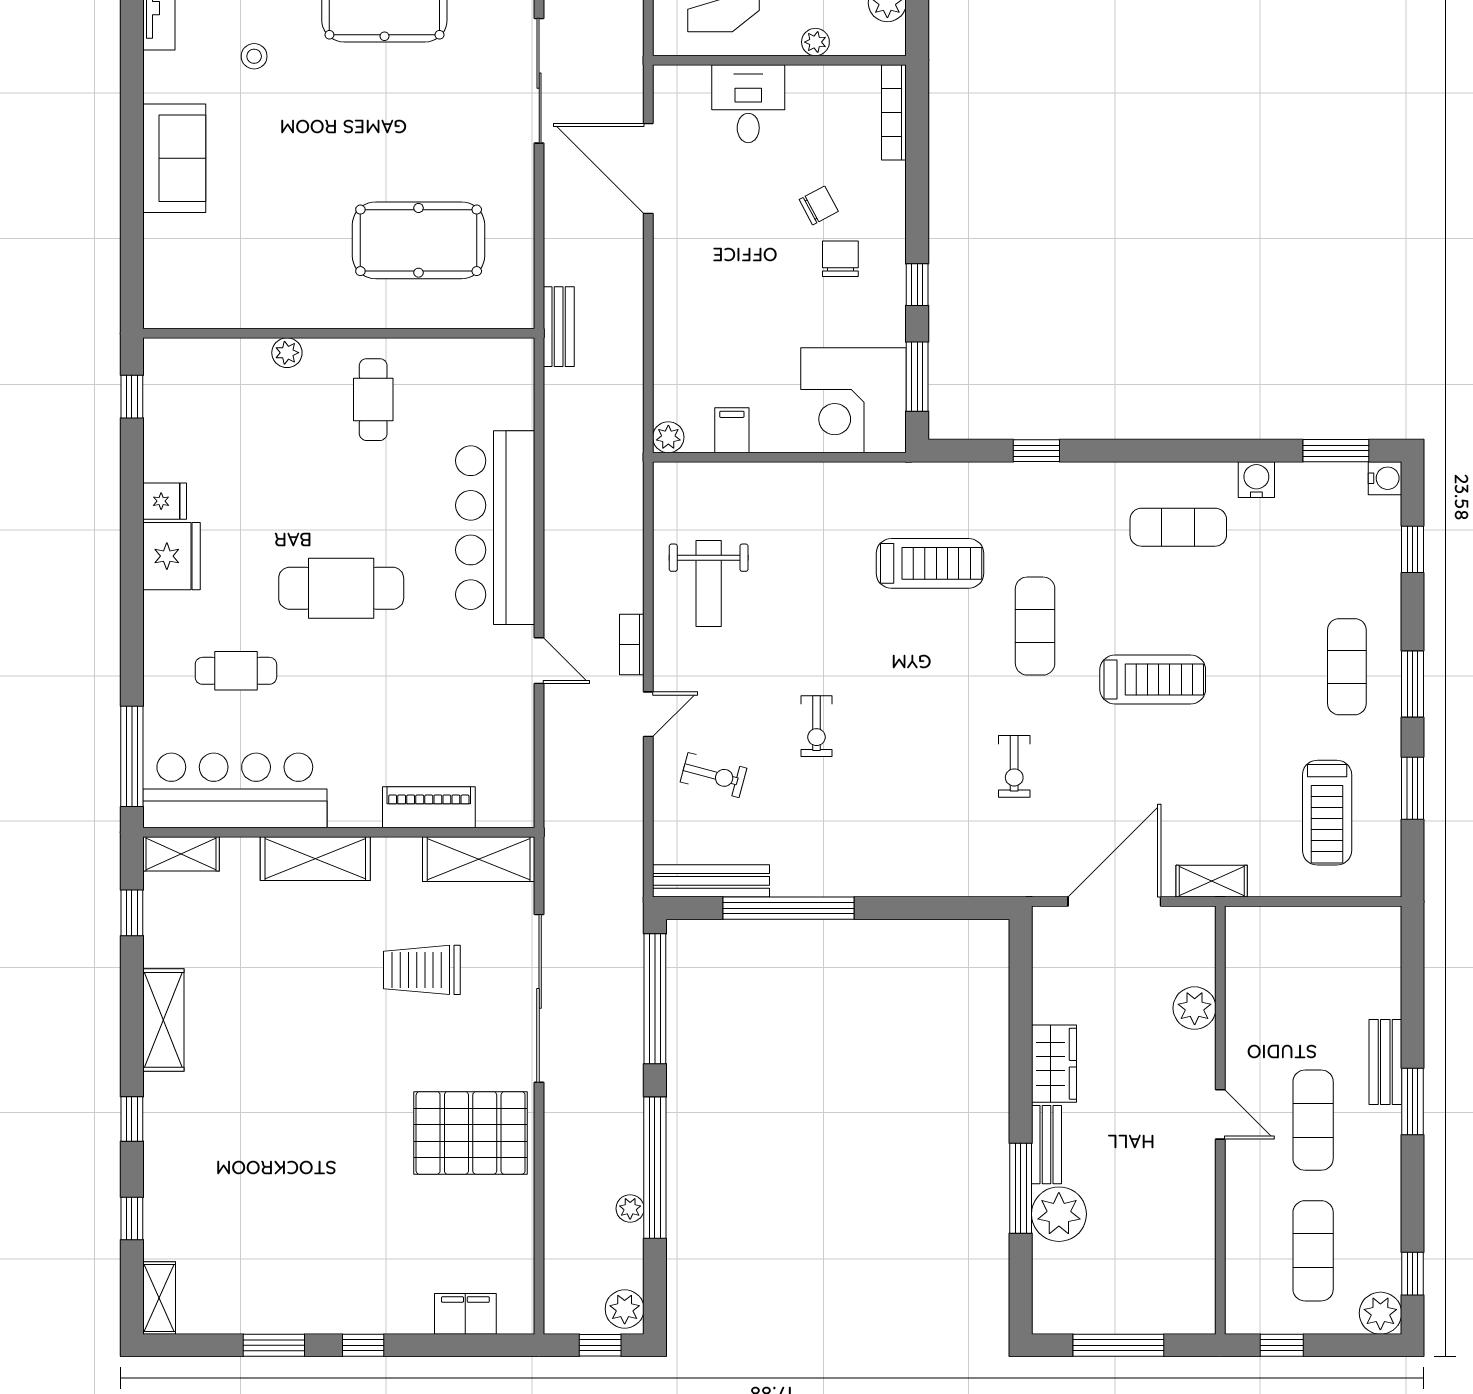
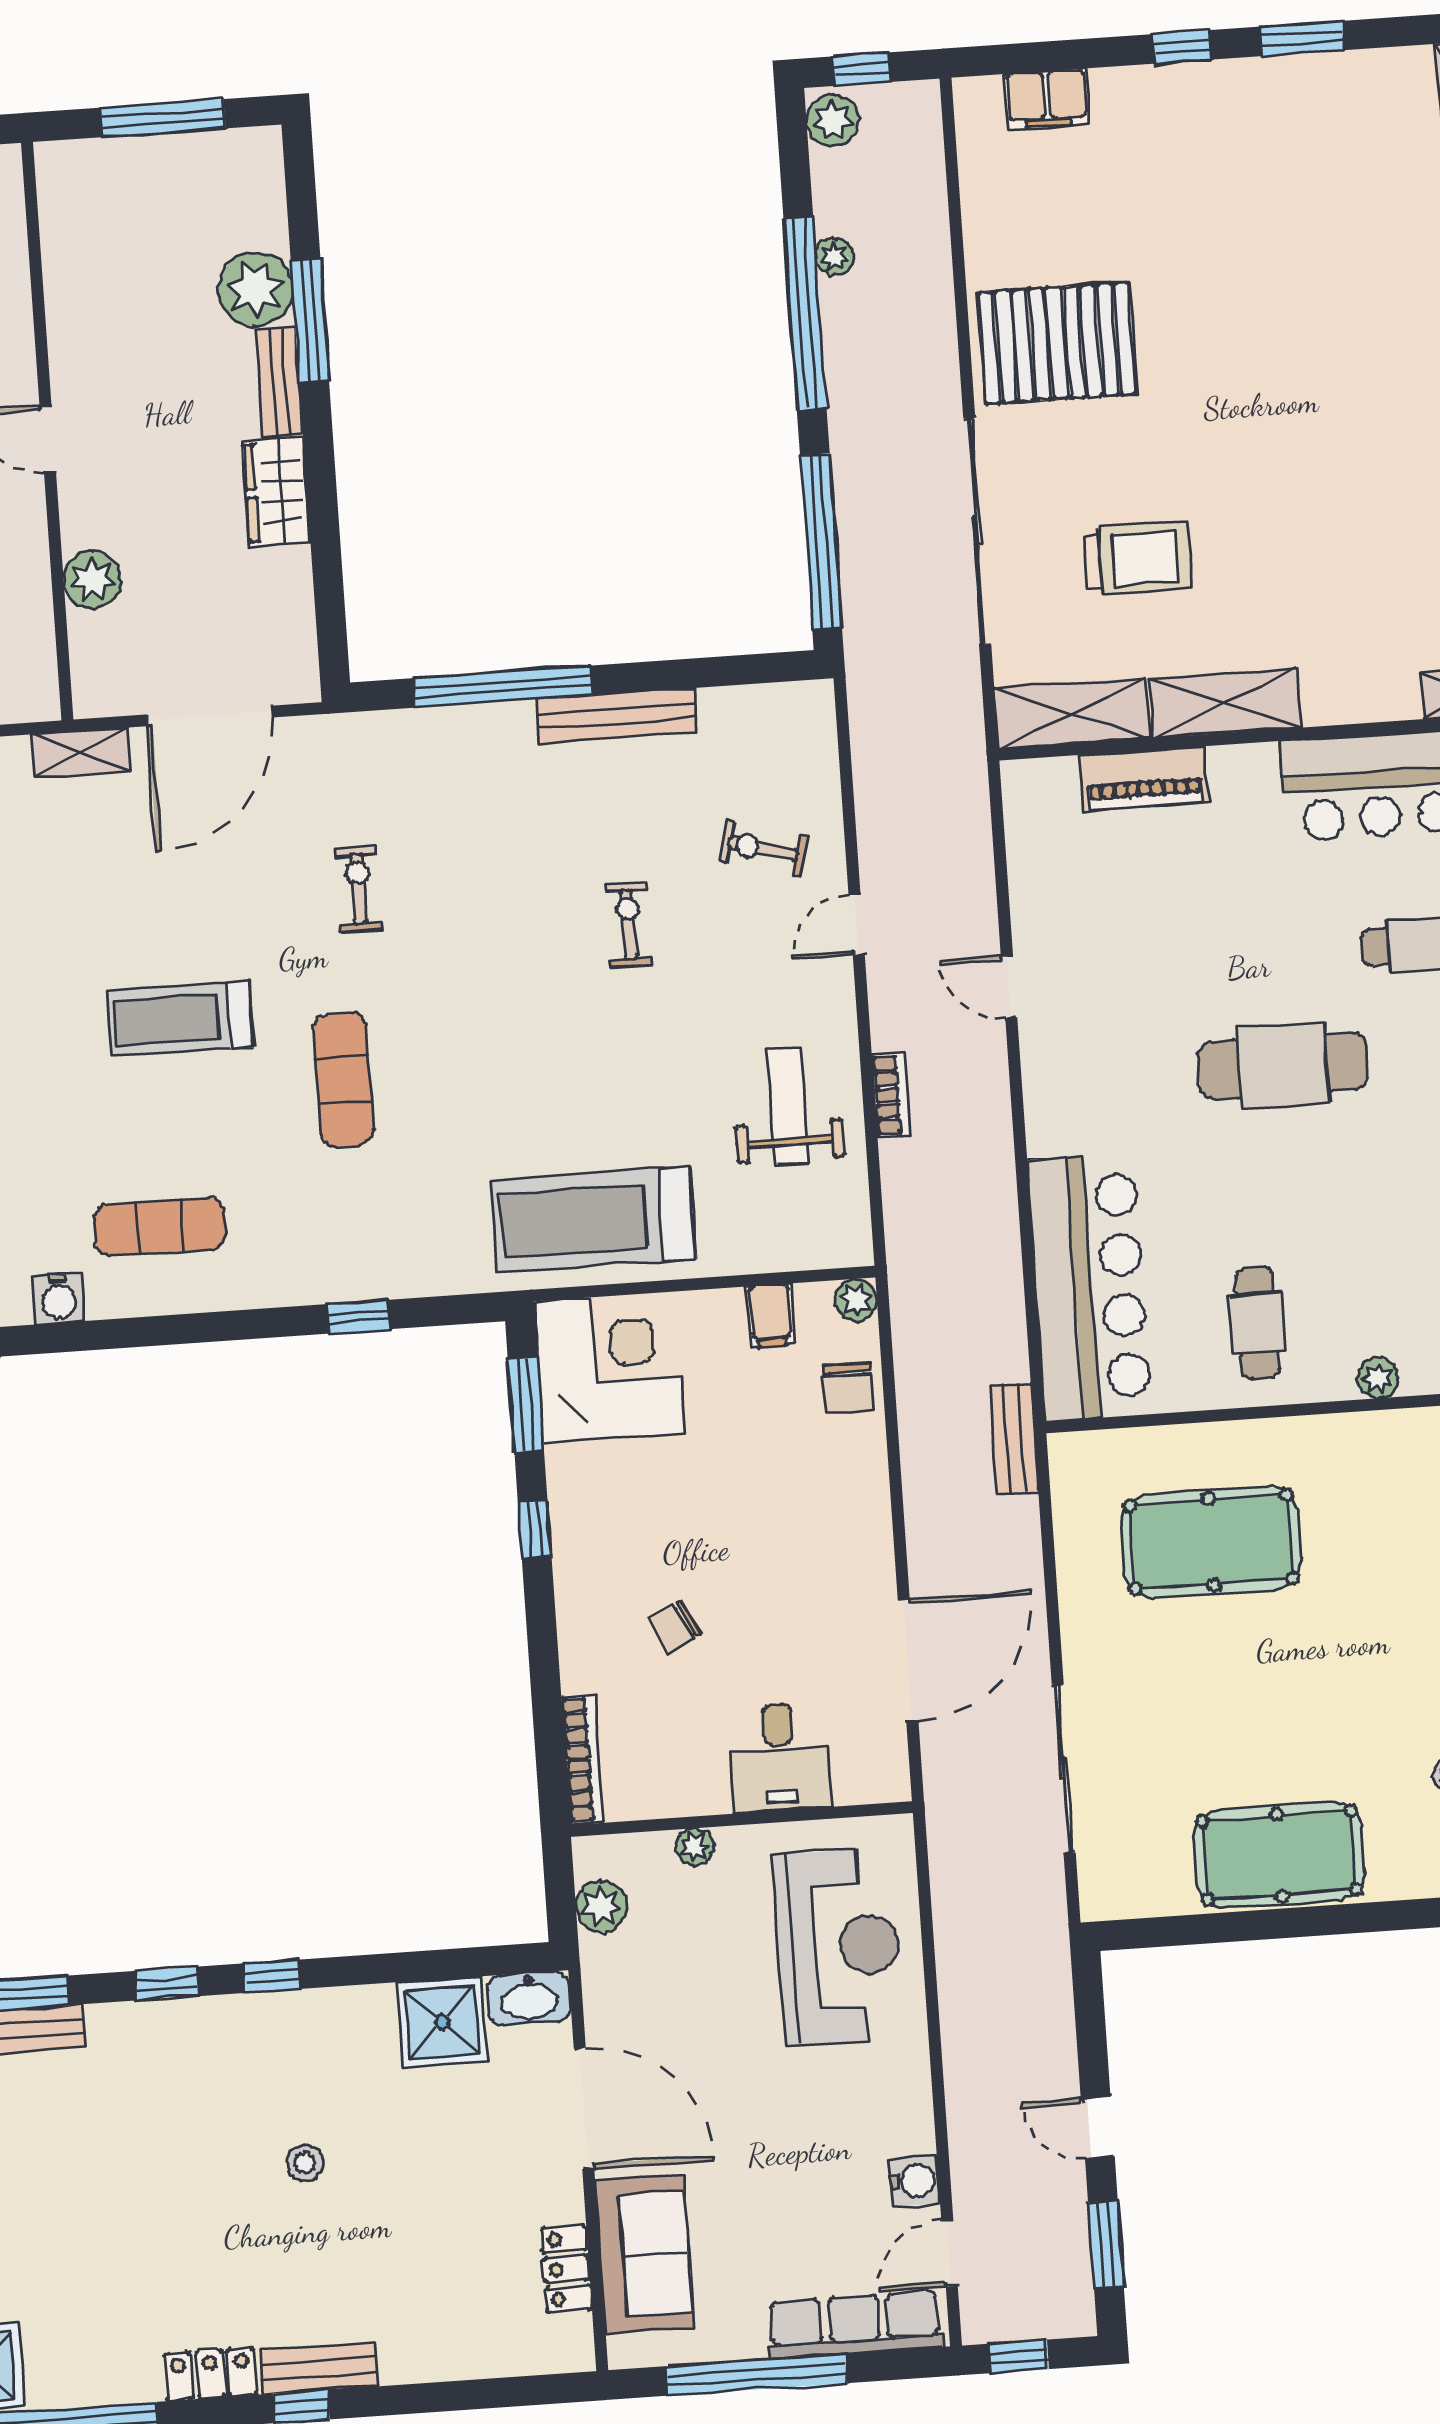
door: (648, 168) -> (908, 1661), hinge flipped
chair: (840, 259) -> (848, 1388), moved
bar counter: (495, 528) -> (1090, 1287), moved
treadmill: (930, 563) -> (594, 1220), moved, width x1.37, depth x1.38
bookcase: (632, 644) -> (891, 1095), moved
shelving: (315, 859) -> (1225, 703), moved
bench: (711, 881) -> (617, 716), moved
window: (789, 908) -> (503, 687), moved

